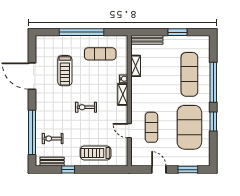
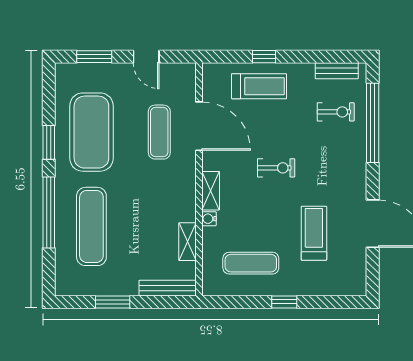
window: (81, 32) -> (284, 302), width x0.32
door: (129, 131) -> (199, 126), width x1.87
window: (68, 170) -> (264, 57), moved

